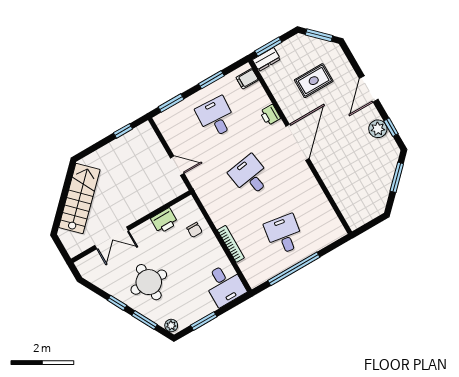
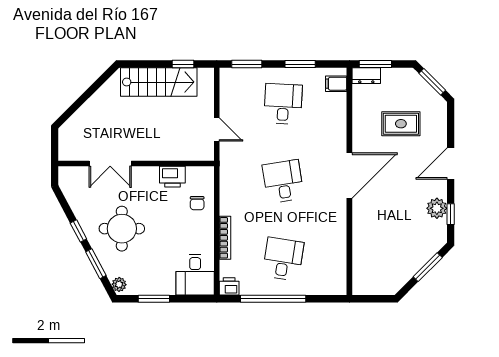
printer: (270, 115) -> (229, 286), moved, turned 90
stairs: (79, 198) -> (159, 82), moved, turned 45

